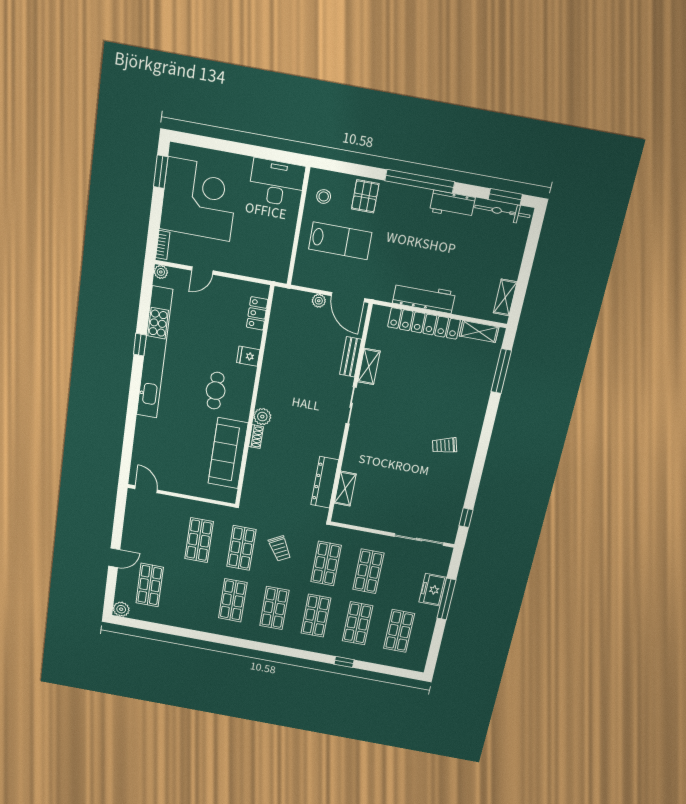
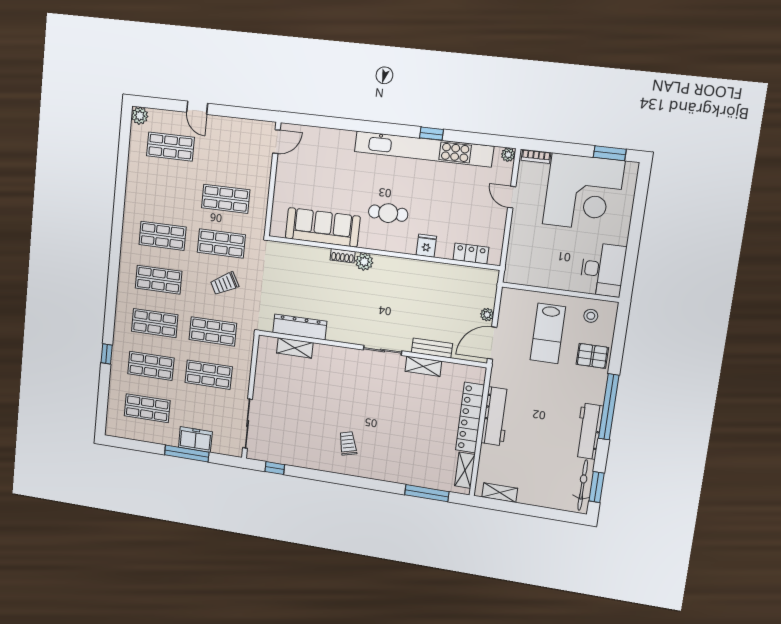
workbench: (452, 204) -> (589, 431), width x1.38

